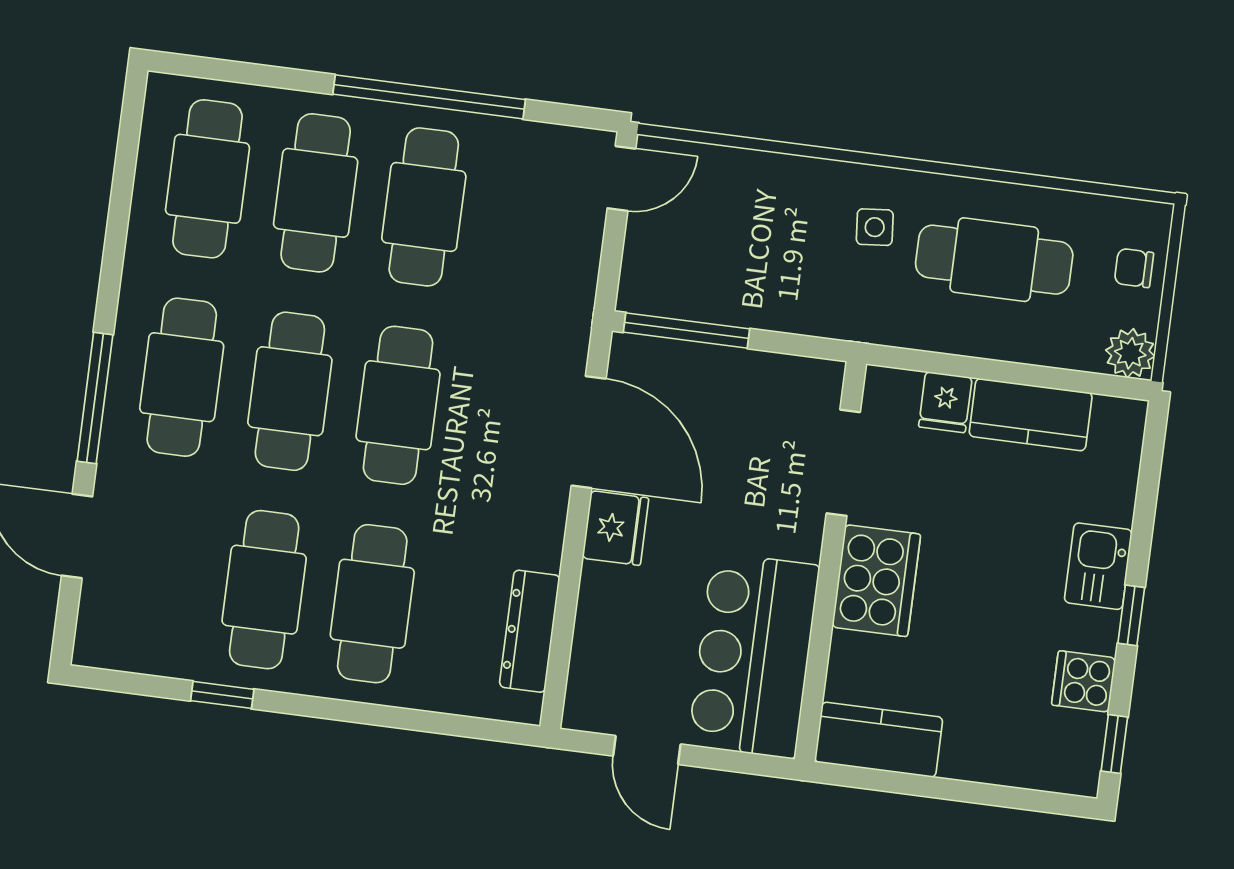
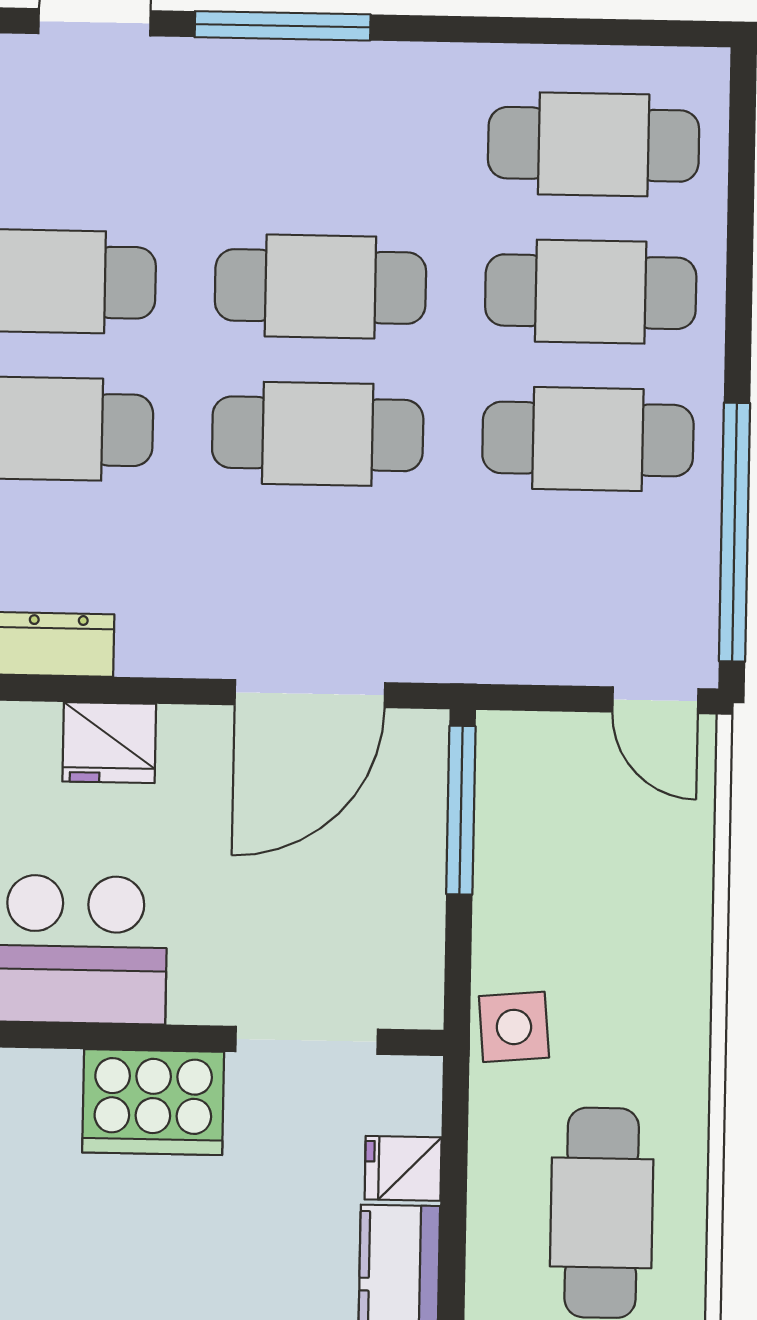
window: (429, 97) -> (735, 532), moved
side table: (875, 227) -> (514, 1027), moved, width x1.37, depth x1.37
cafe table: (182, 377) -> (323, 139), removed
fridge: (615, 528) -> (109, 743), moved

